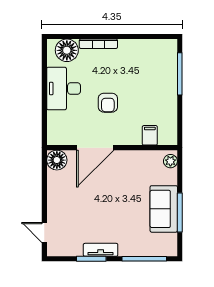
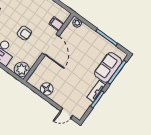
plant: (59, 133) -> (22, 69), added
door: (95, 148) -> (51, 45), moved
floor lamp: (57, 160) -> (47, 89), moved
sofa: (164, 209) -> (108, 67), moved, turned 90

